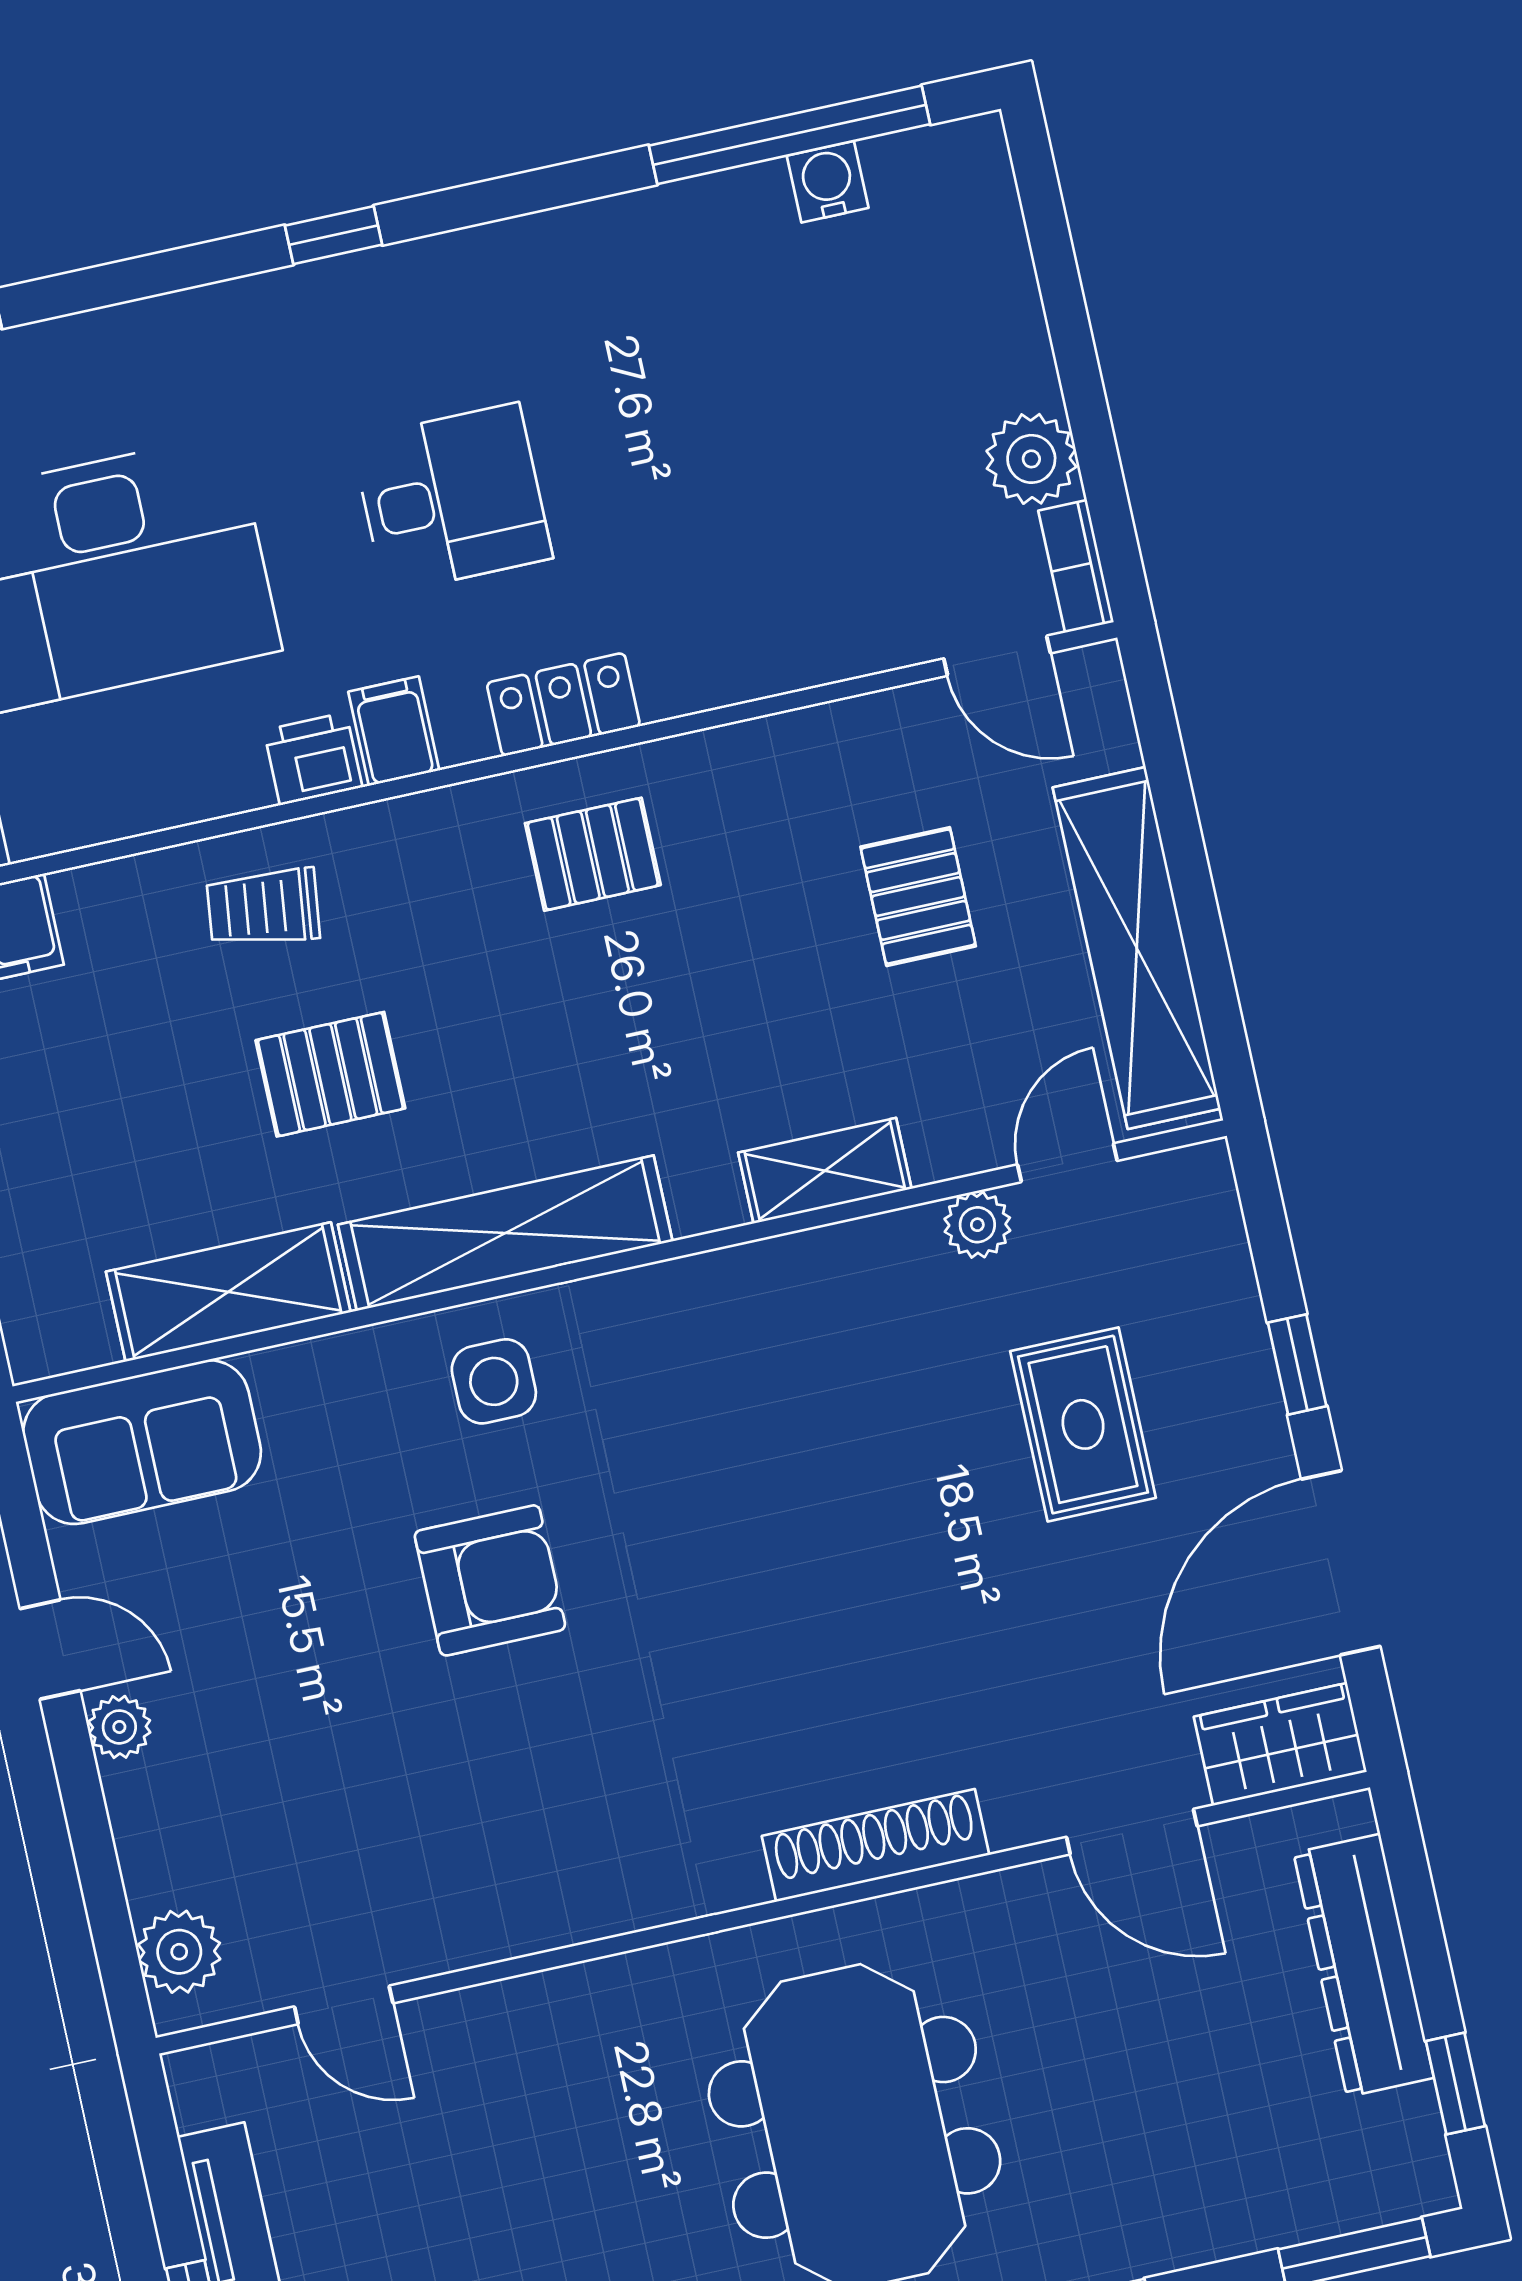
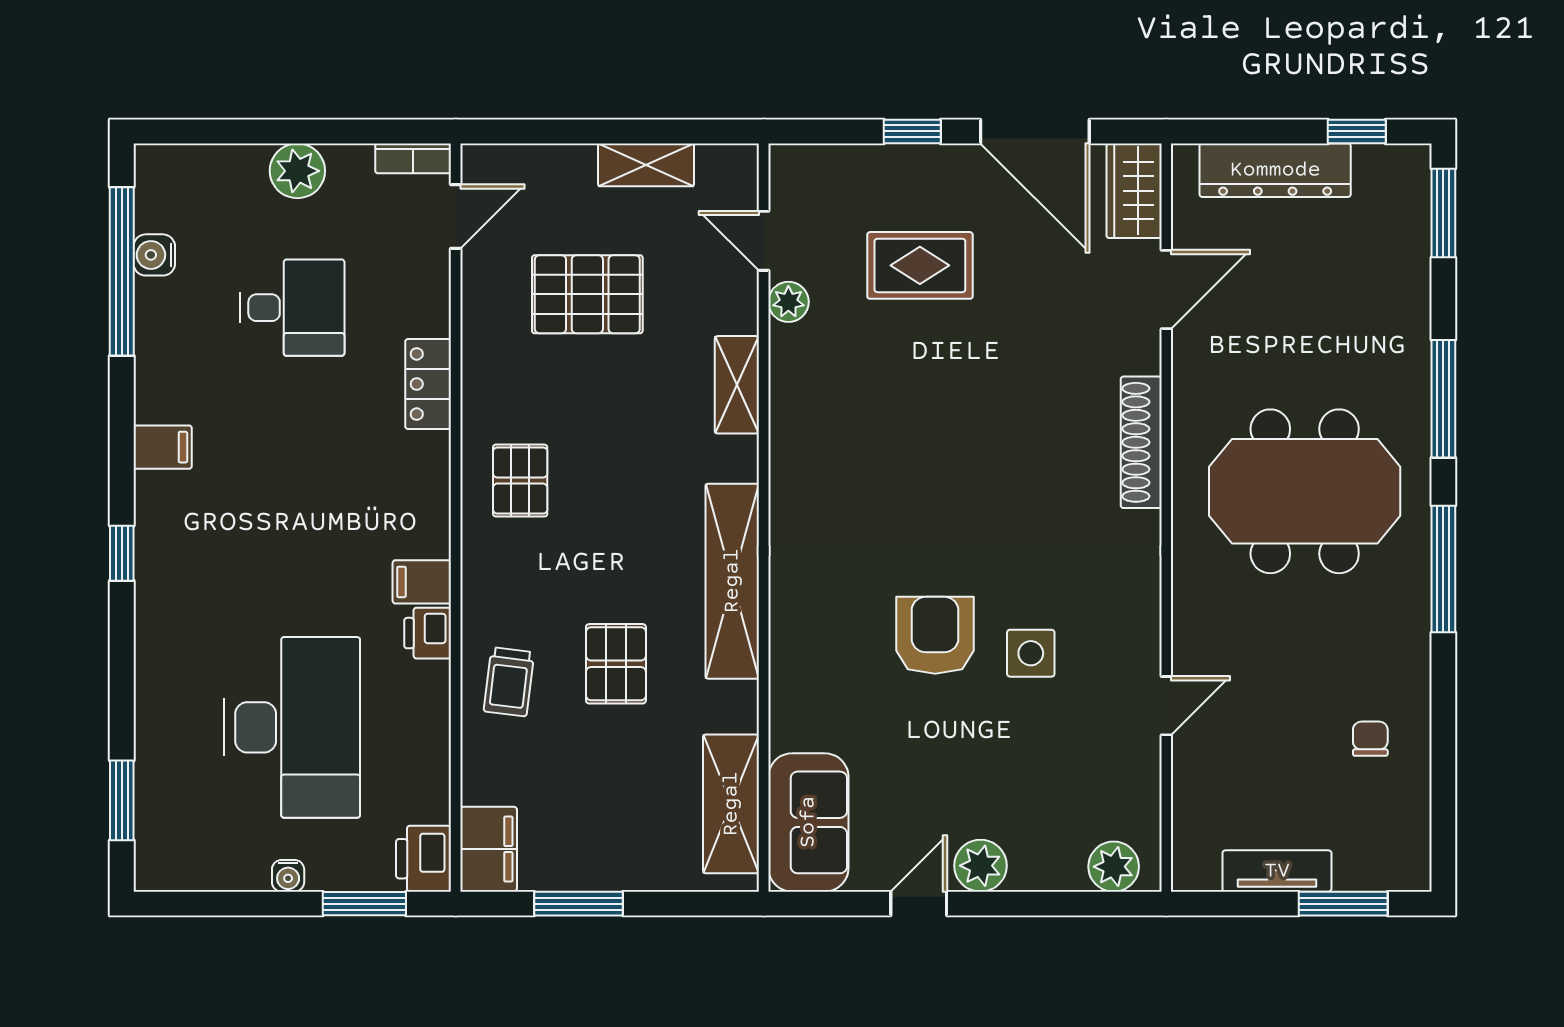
filing cabinet: (520, 264) -> (163, 447), added
plant: (1031, 459) -> (297, 171), moved
desk: (452, 498) -> (292, 308), moved, turned 90
locker: (563, 704) -> (428, 384), moved
pallet: (918, 897) -> (587, 294), width x1.50, depth x1.42
shelving: (1137, 948) -> (646, 165), width x0.45, depth x0.75
shelving: (228, 1292) -> (731, 804), moved
side table: (494, 1381) -> (1031, 653), moved
plant: (119, 1727) -> (980, 866), width x1.38, depth x1.38
door: (344, 2005) -> (1166, 706), moved

